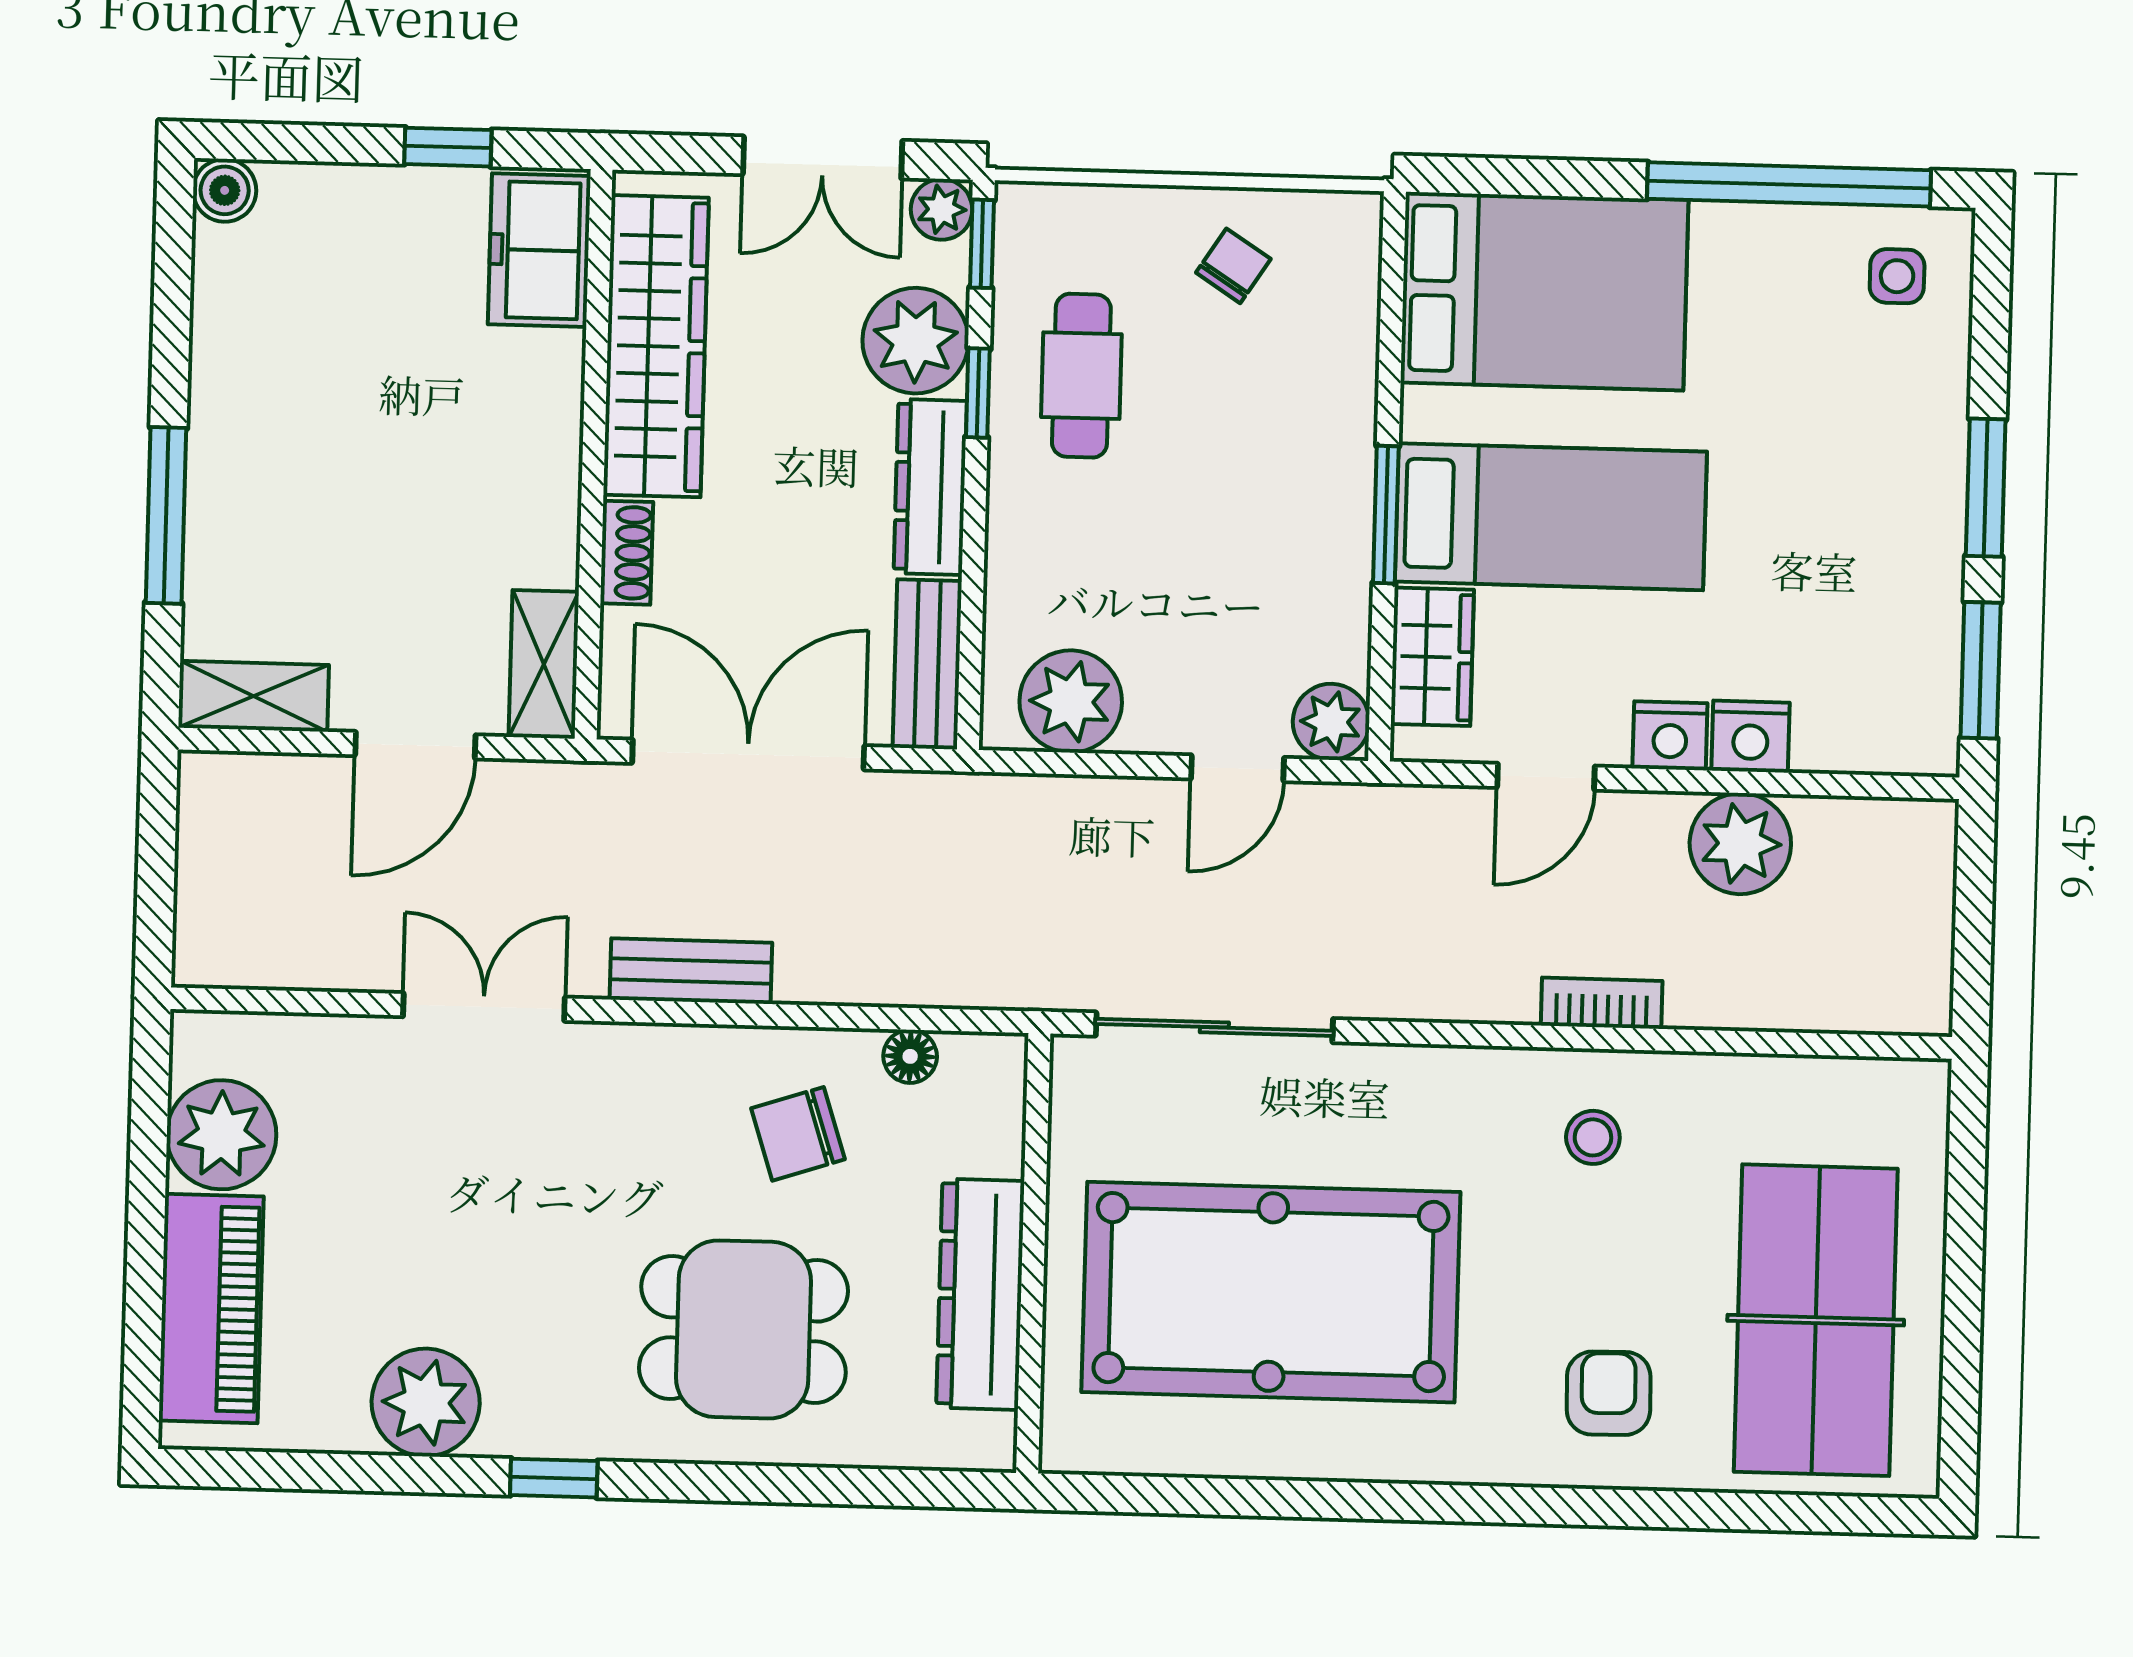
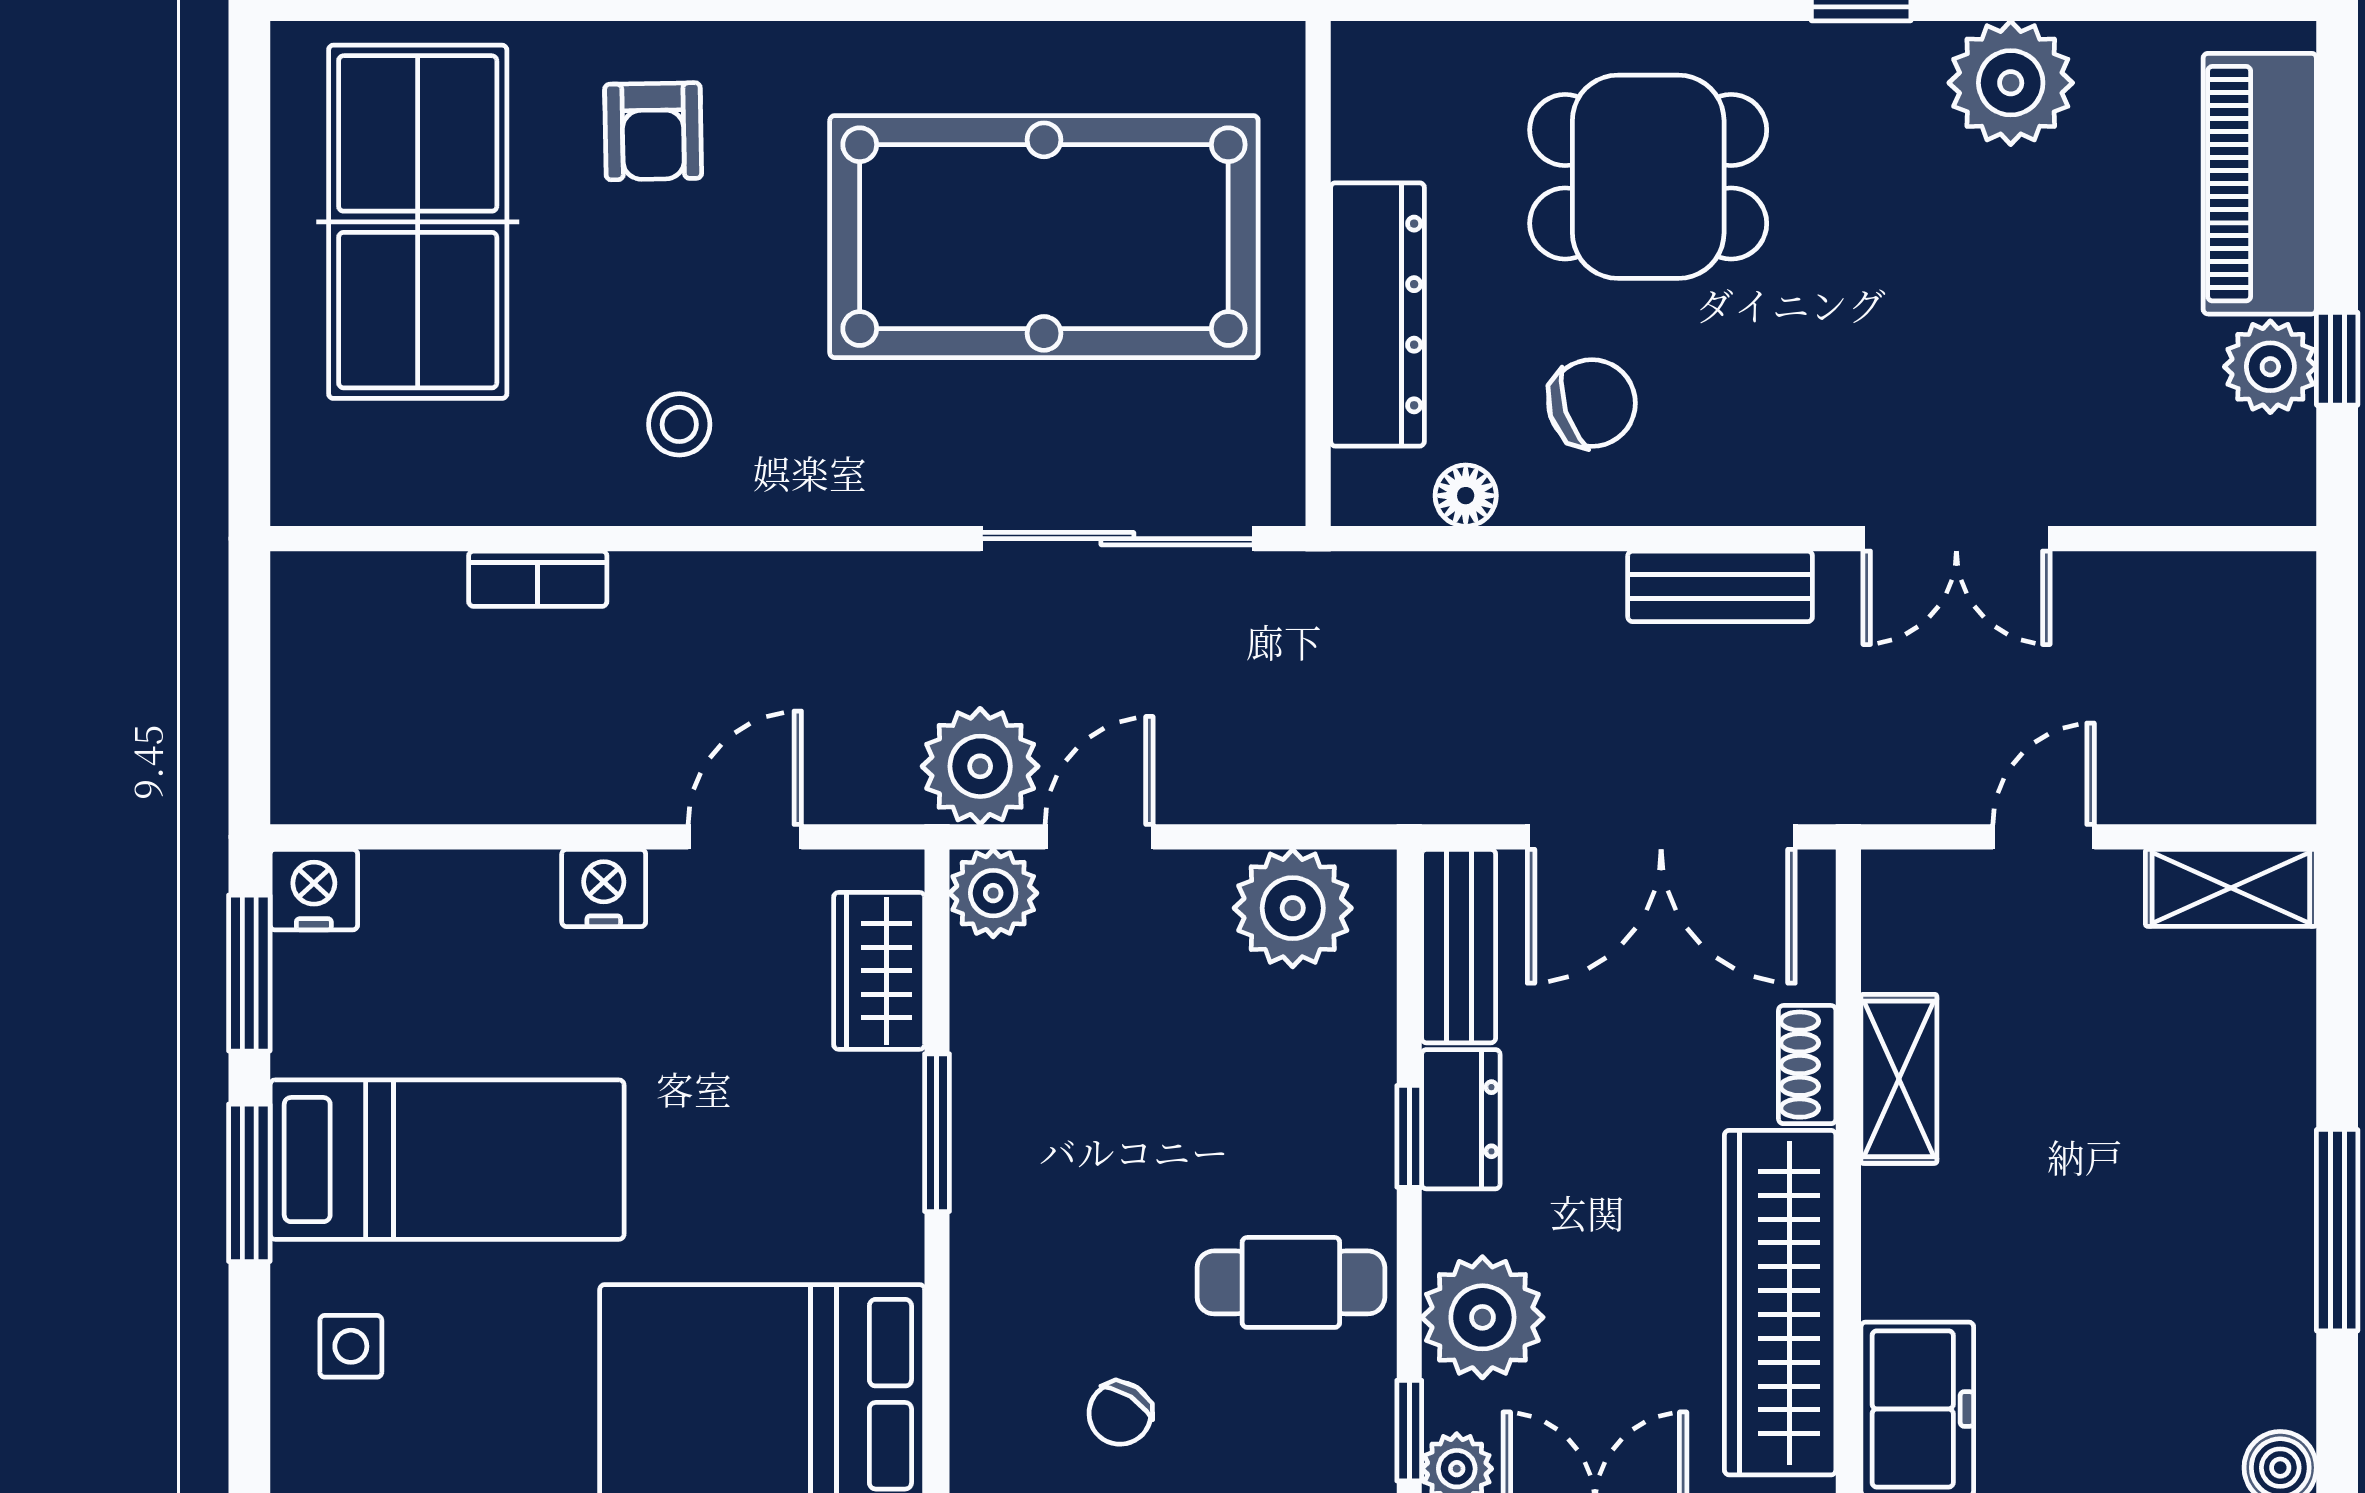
side table: (1897, 276) -> (351, 1346), moved
cafe table: (1081, 376) -> (1291, 1282), turned 90
window: (978, 393) -> (1409, 1136), moved
dresser: (930, 487) -> (1461, 1119), width x0.70
window: (166, 515) -> (2337, 1230), moved
bed: (1551, 517) -> (447, 1160), moved, turned 180
shelving: (544, 664) -> (1899, 1079), moved
nightstand: (1750, 737) -> (314, 890), moved
door: (415, 745) -> (2044, 837), width x0.73
plant: (1740, 844) -> (980, 766), moved
bookcase: (1602, 1003) -> (538, 579), moved
plant: (222, 1135) -> (2270, 367), width x0.73, depth x0.73
window: (148, 1154) -> (2337, 359), added
dresser: (980, 1294) -> (1377, 314), moved

